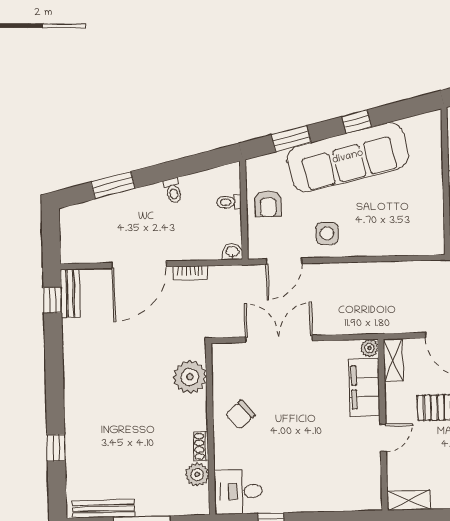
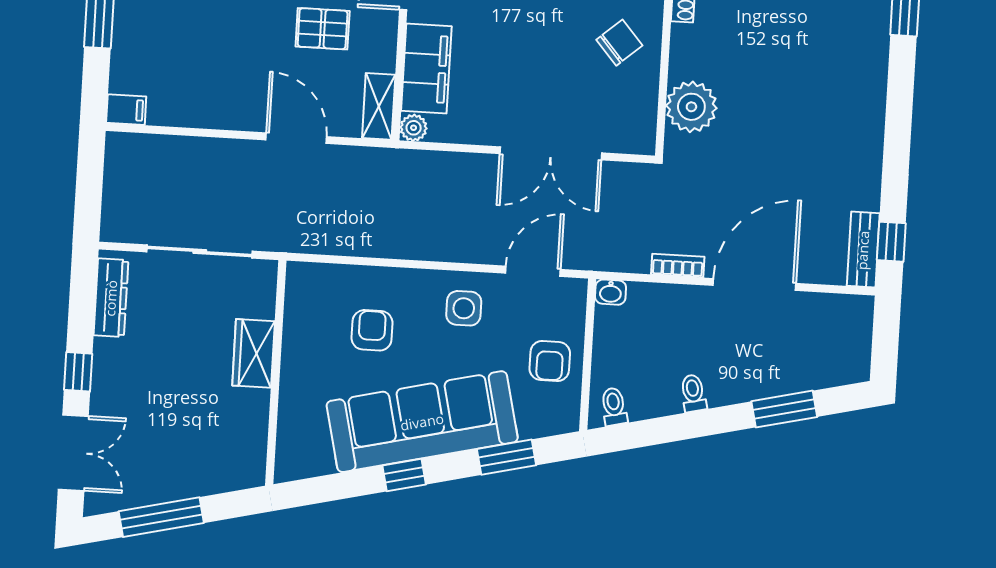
toilet: (229, 202) -> (614, 407), moved, turned -103
armchair: (268, 204) -> (550, 361), turned 180
armchair: (386, 214) -> (372, 330), added

